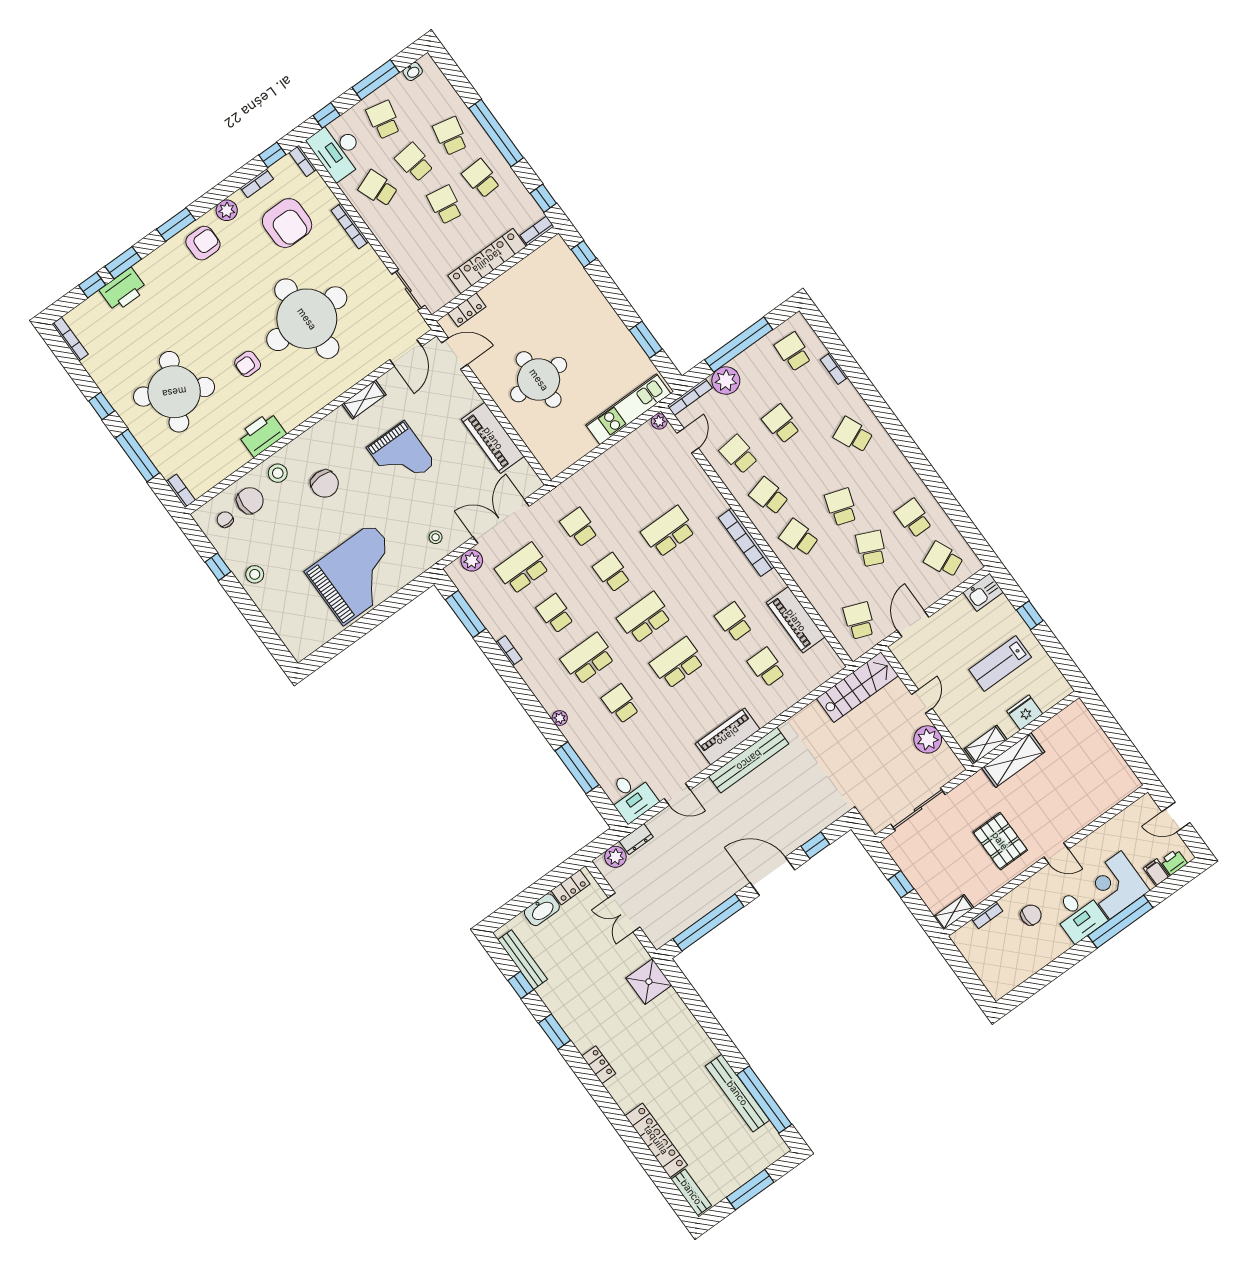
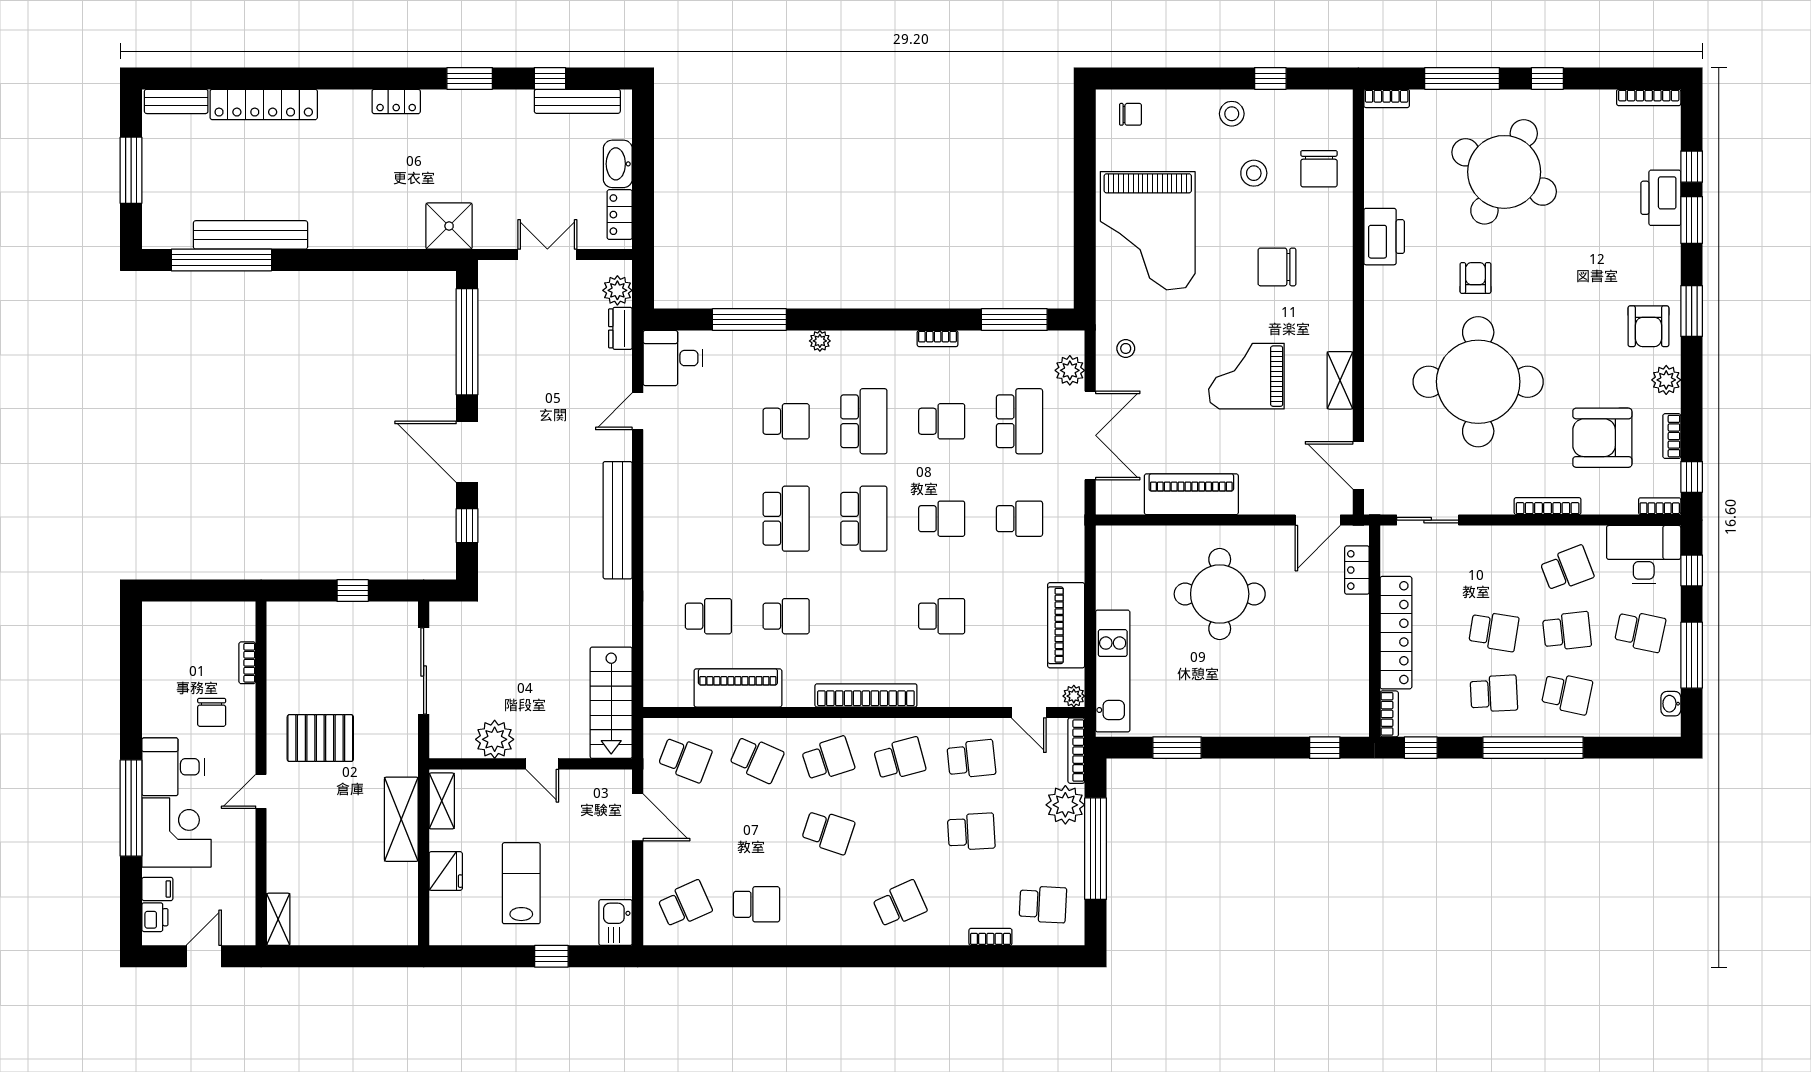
stool: (278, 473) -> (1254, 173), moved
chair: (225, 520) -> (1131, 114), moved
school desk: (668, 532) -> (942, 616), width x0.54
school desk: (871, 549) -> (757, 759), moved
piano: (728, 736) -> (1066, 625), moved, turned 180
door: (772, 876) -> (467, 452), swing flipped
shelving: (954, 912) -> (278, 919), moved

